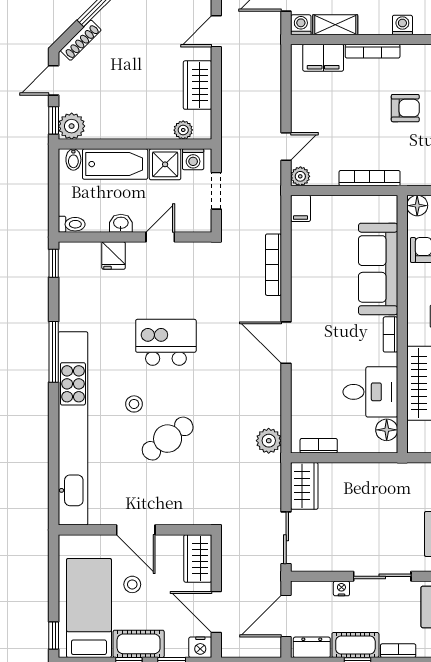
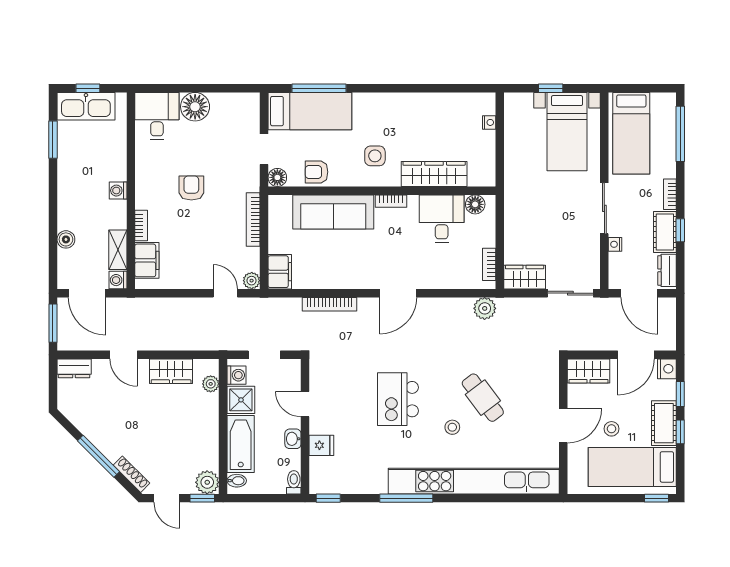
bookcase: (373, 51) -> (141, 225), width x0.64
filing cabinet: (301, 208) -> (280, 272), width x2.00

